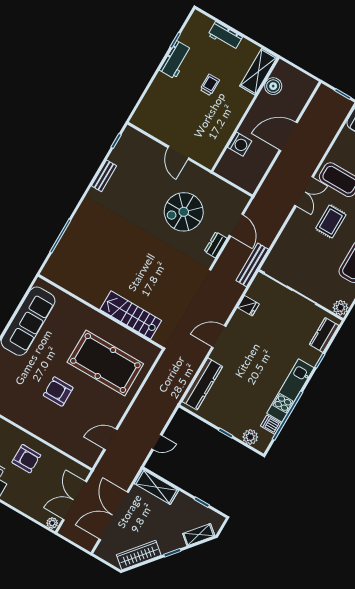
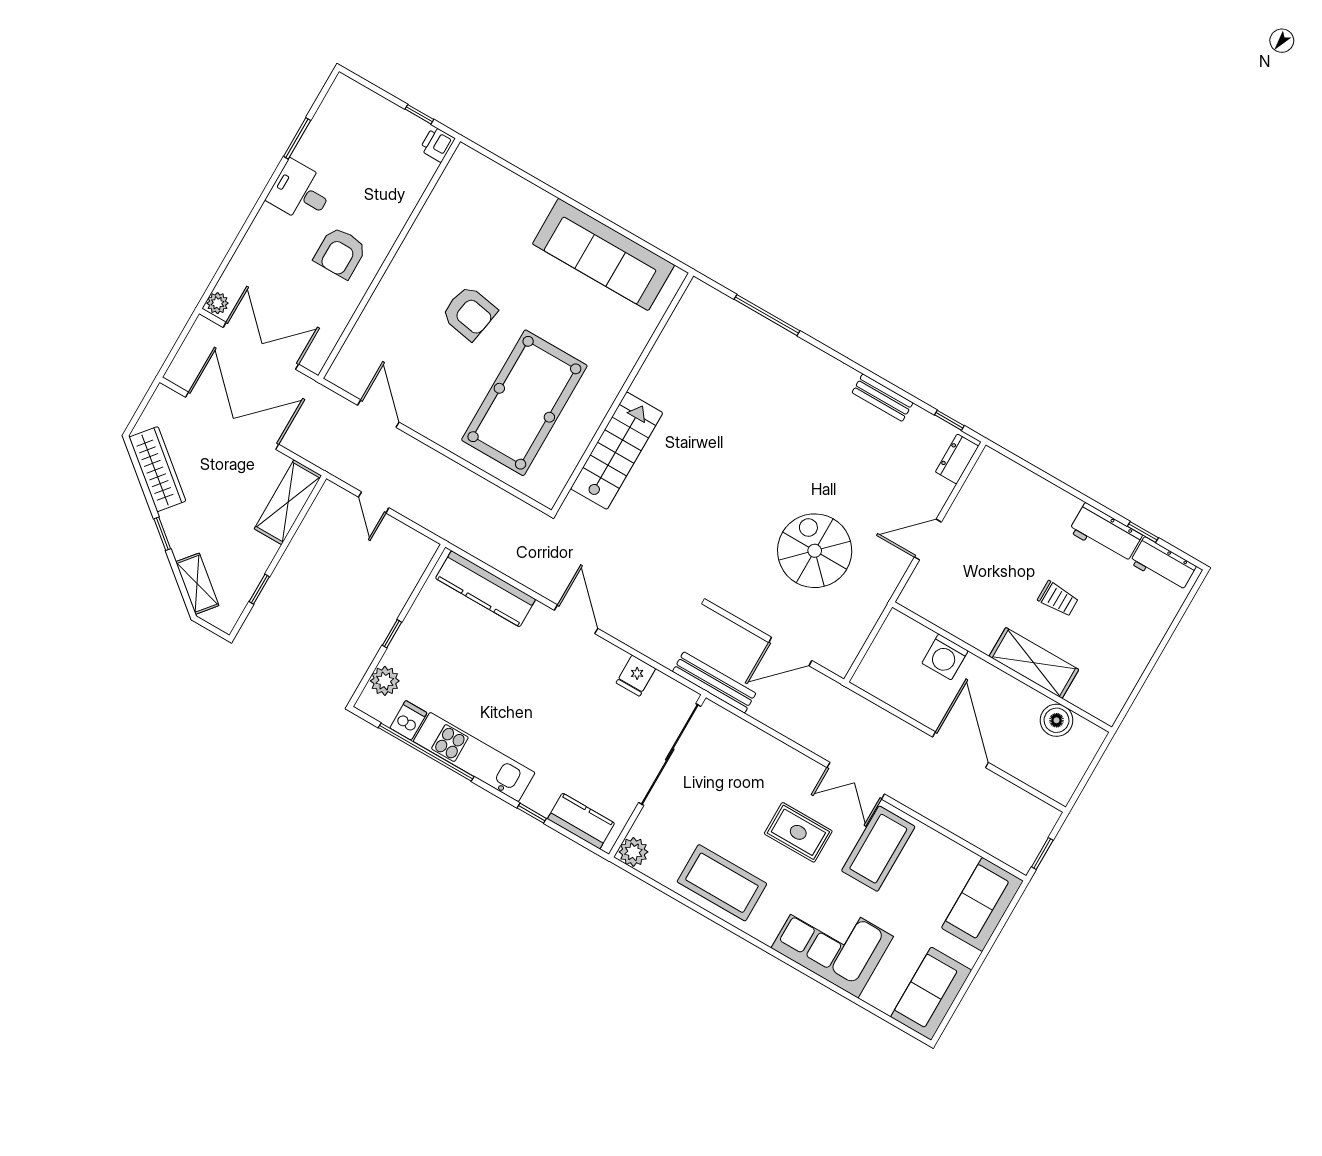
workbench: (225, 36) -> (1163, 565), moved, turned -90
shelving: (258, 72) -> (1034, 663), moved
dresser: (216, 245) -> (957, 459), moved, turned -90
armchair: (58, 391) -> (469, 313), turned 100

